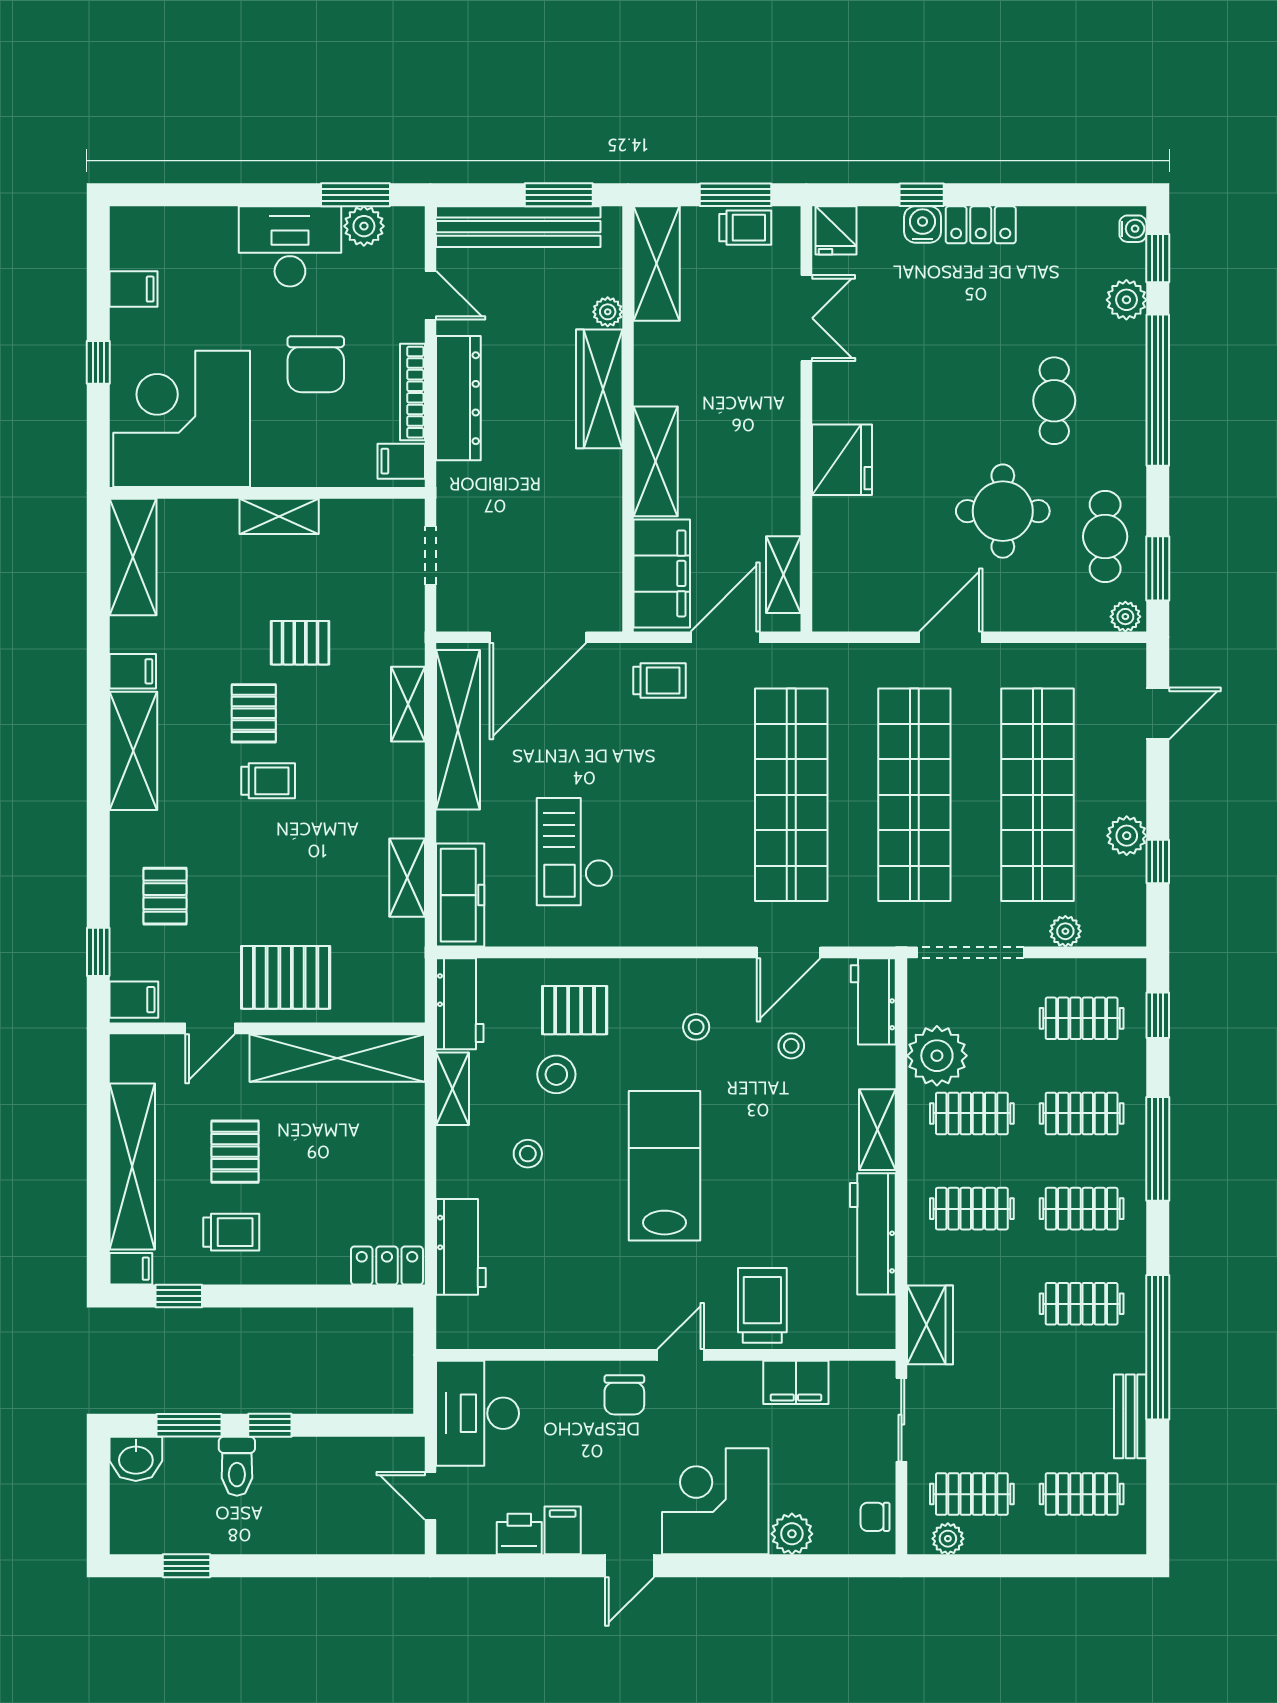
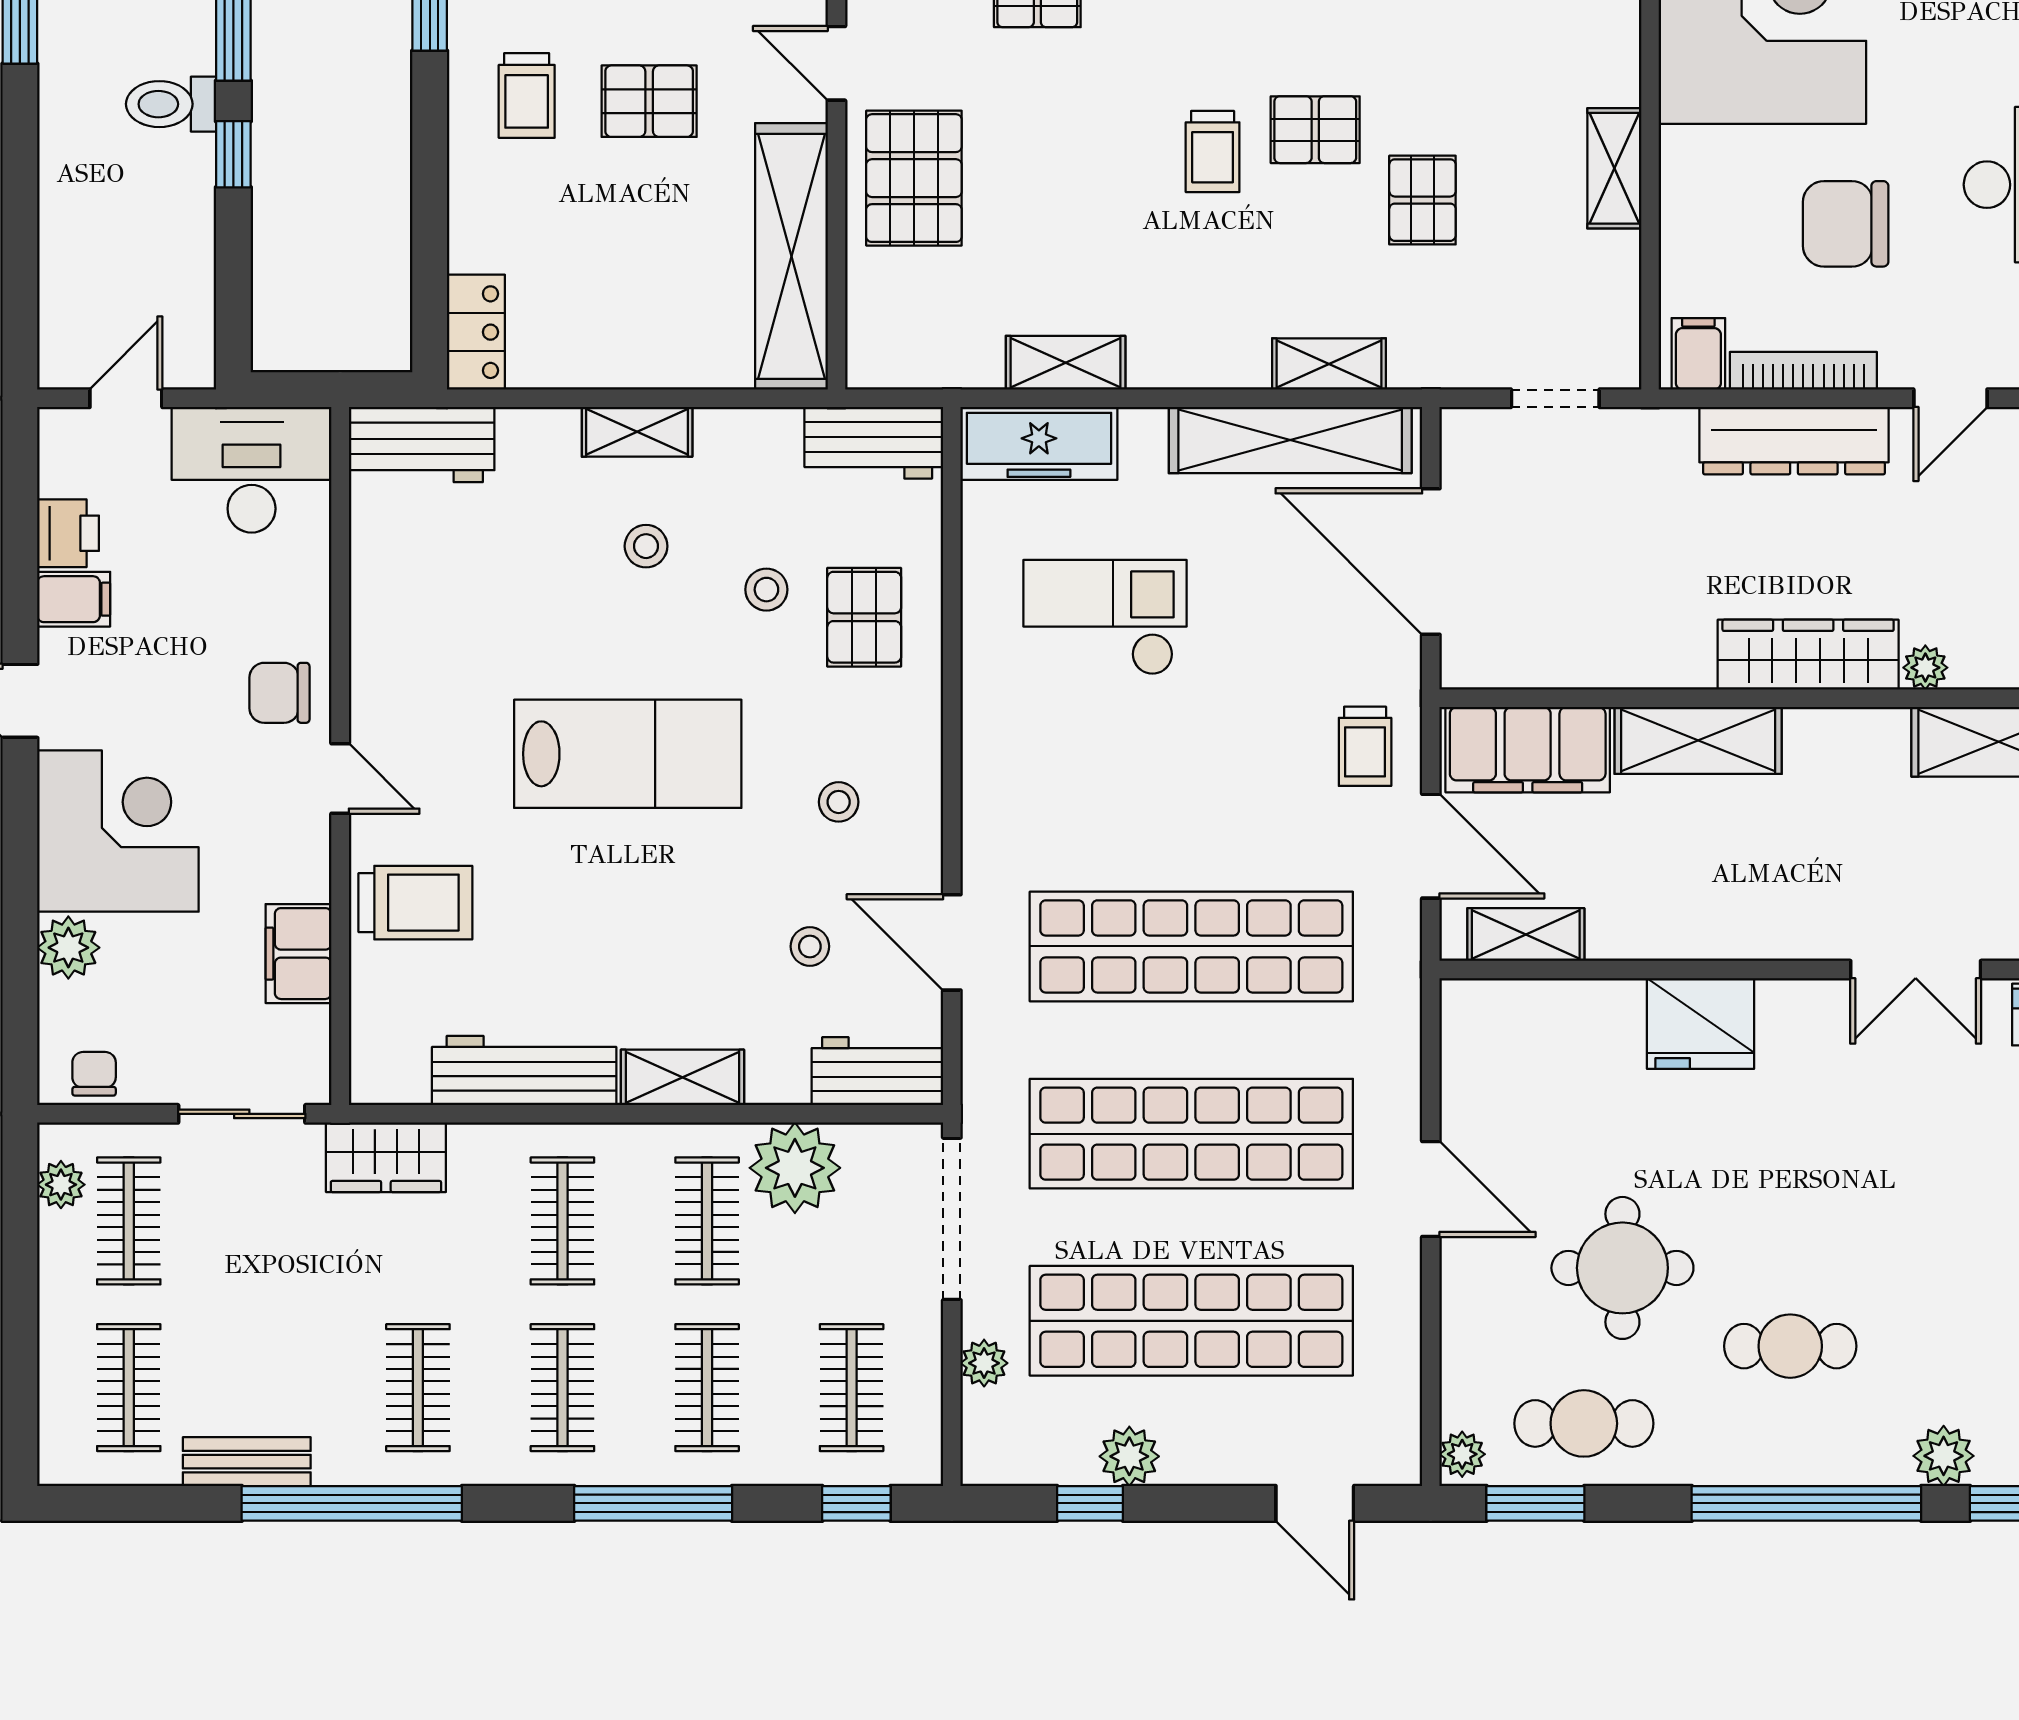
stool: (556, 1074) -> (766, 590), width x0.73, depth x0.73
shelving: (453, 1089) -> (637, 432), moved
workbench: (461, 1247) -> (422, 445), moved

